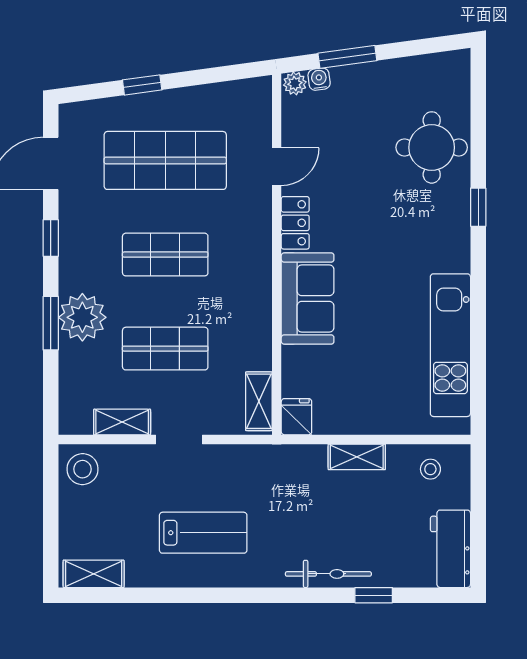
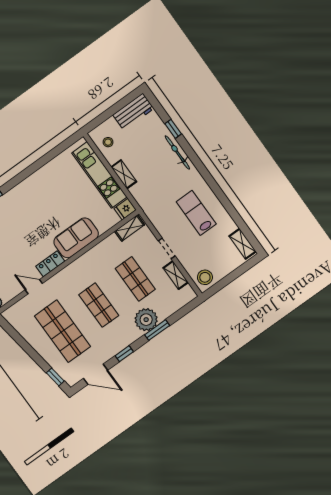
window: (142, 85) -> (55, 377), moved
kitchen unit: (450, 345) -> (99, 175), moved, turned 90

